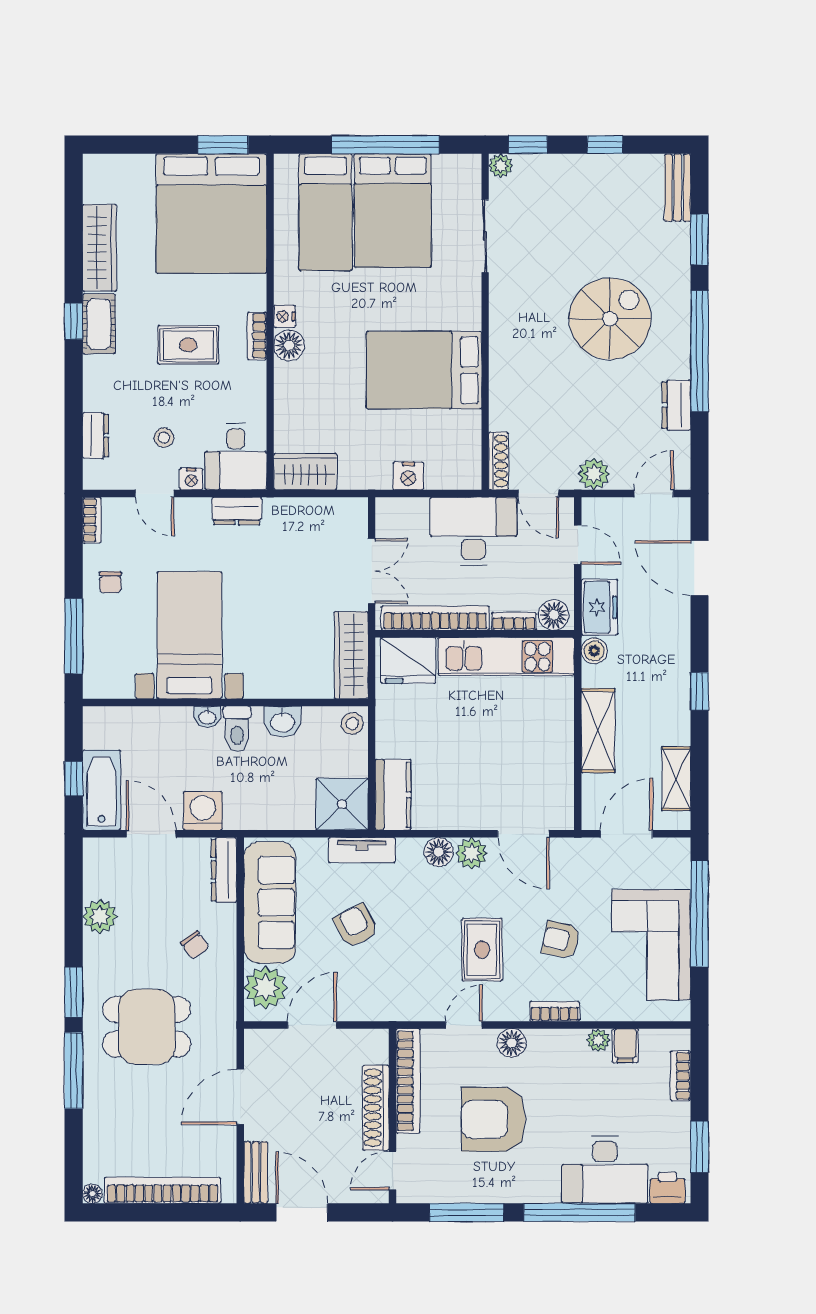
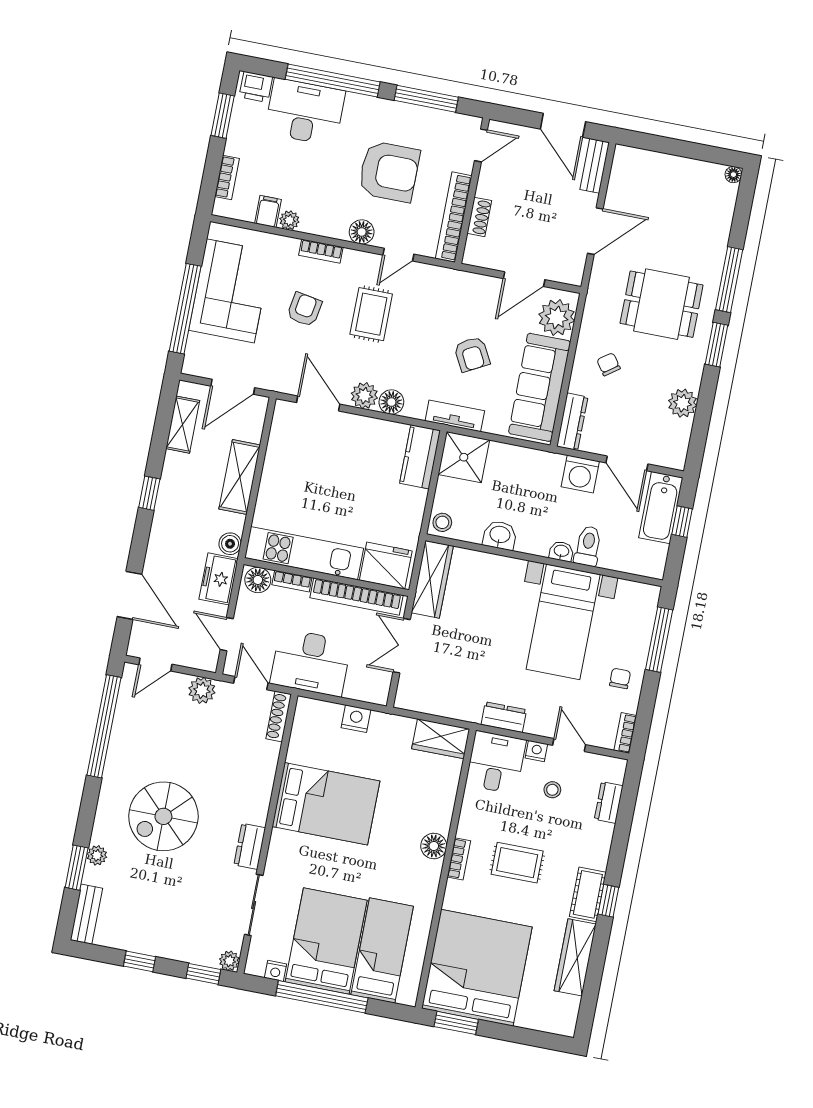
plant: (679, 258) -> (97, 855), added
nightstand: (284, 316) -> (276, 971), moved, turned 90
window: (700, 351) -> (104, 726), moved
dresser: (676, 405) -> (250, 846), moved, turned 180
toilet: (237, 729) -> (588, 546), moved
armchair: (561, 940) -> (304, 310), turned -92
shoe rack: (376, 1108) -> (479, 217), width x0.51, depth x0.81
bookcase: (162, 1190) -> (675, 166), removed

